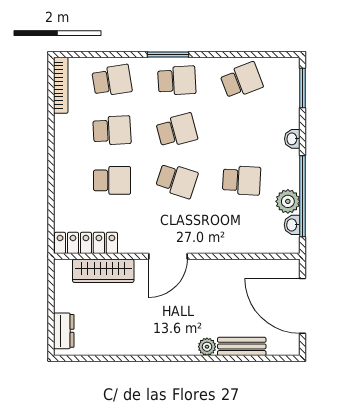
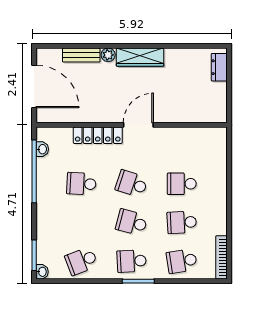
school desk: (177, 130) -> (132, 222), turned 30
washbasin: (292, 139) -> (42, 272), moved
plant: (288, 201) -> (46, 167), removed
locker: (86, 243) -> (98, 135), moved
wardrobe: (103, 271) -> (140, 57), moved, turned 180

